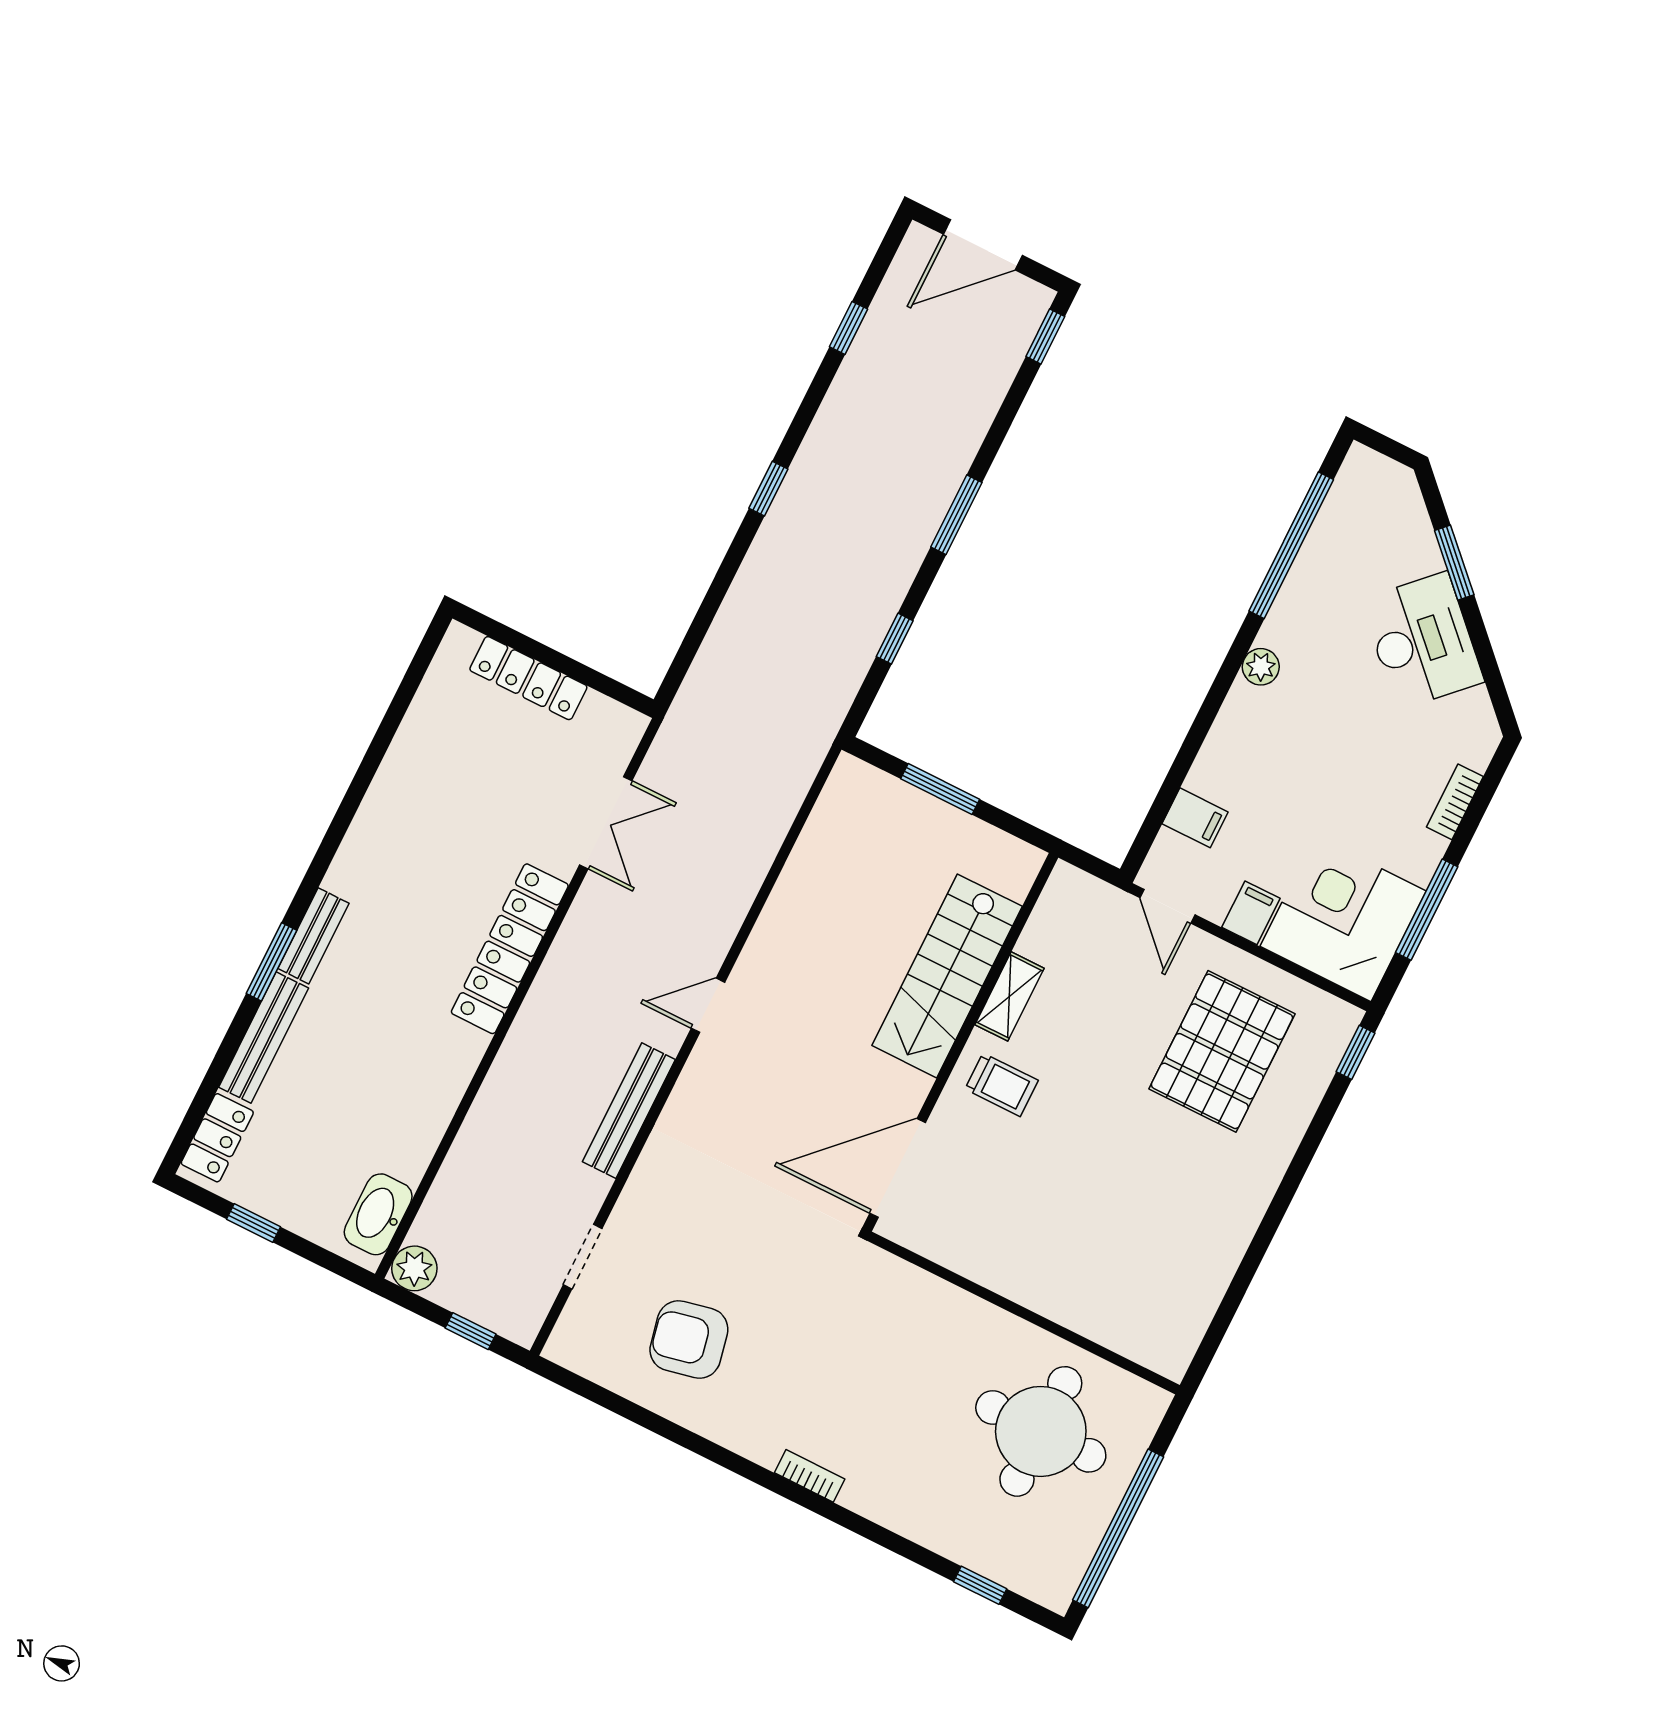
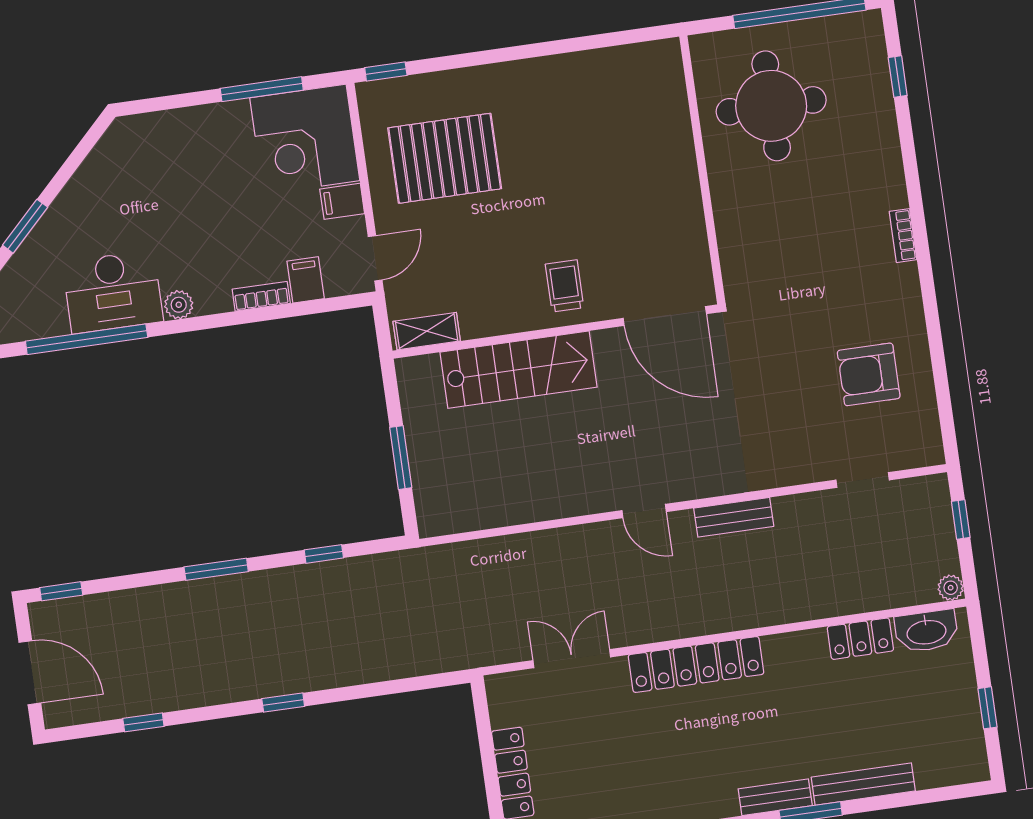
desk: (1422, 641) -> (113, 292), moved, turned -135
bookcase: (1455, 802) -> (261, 296), moved, turned 180
shelving: (1009, 996) -> (427, 331), moved
bench: (629, 1111) -> (734, 517), width x0.73
locker: (217, 1138) -> (860, 639), moved, turned 180
plant: (414, 1268) -> (951, 588), width x0.73, depth x0.73
armchair: (689, 1339) -> (869, 374), turned 102

